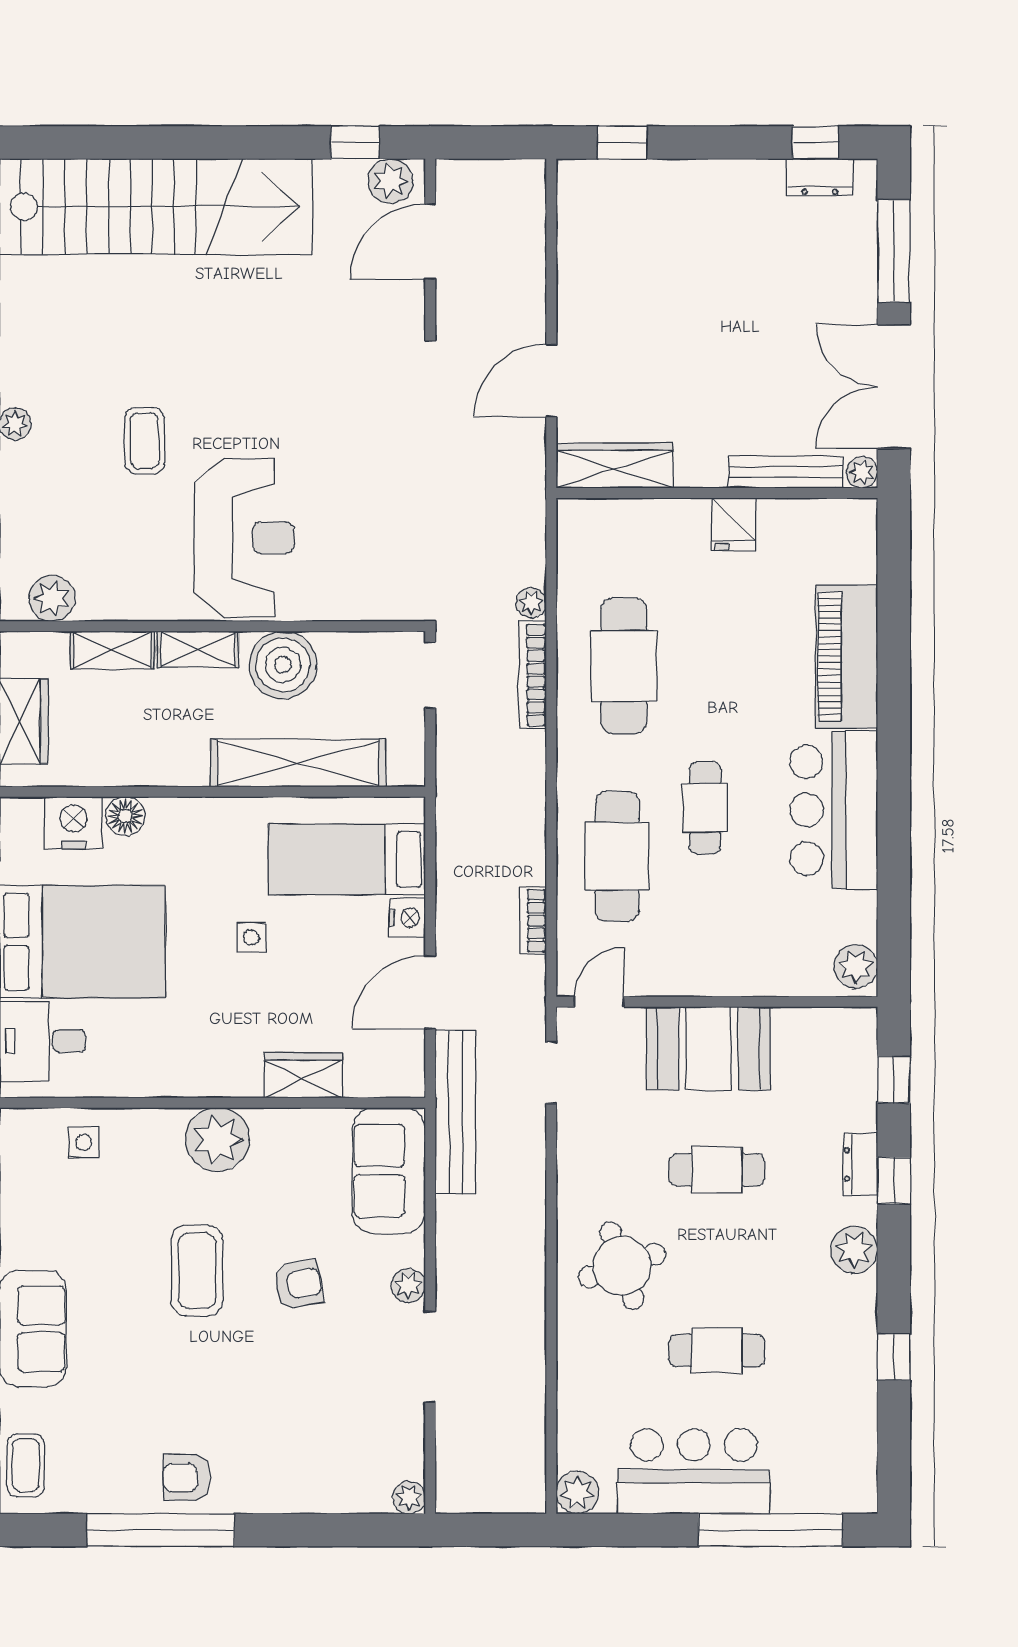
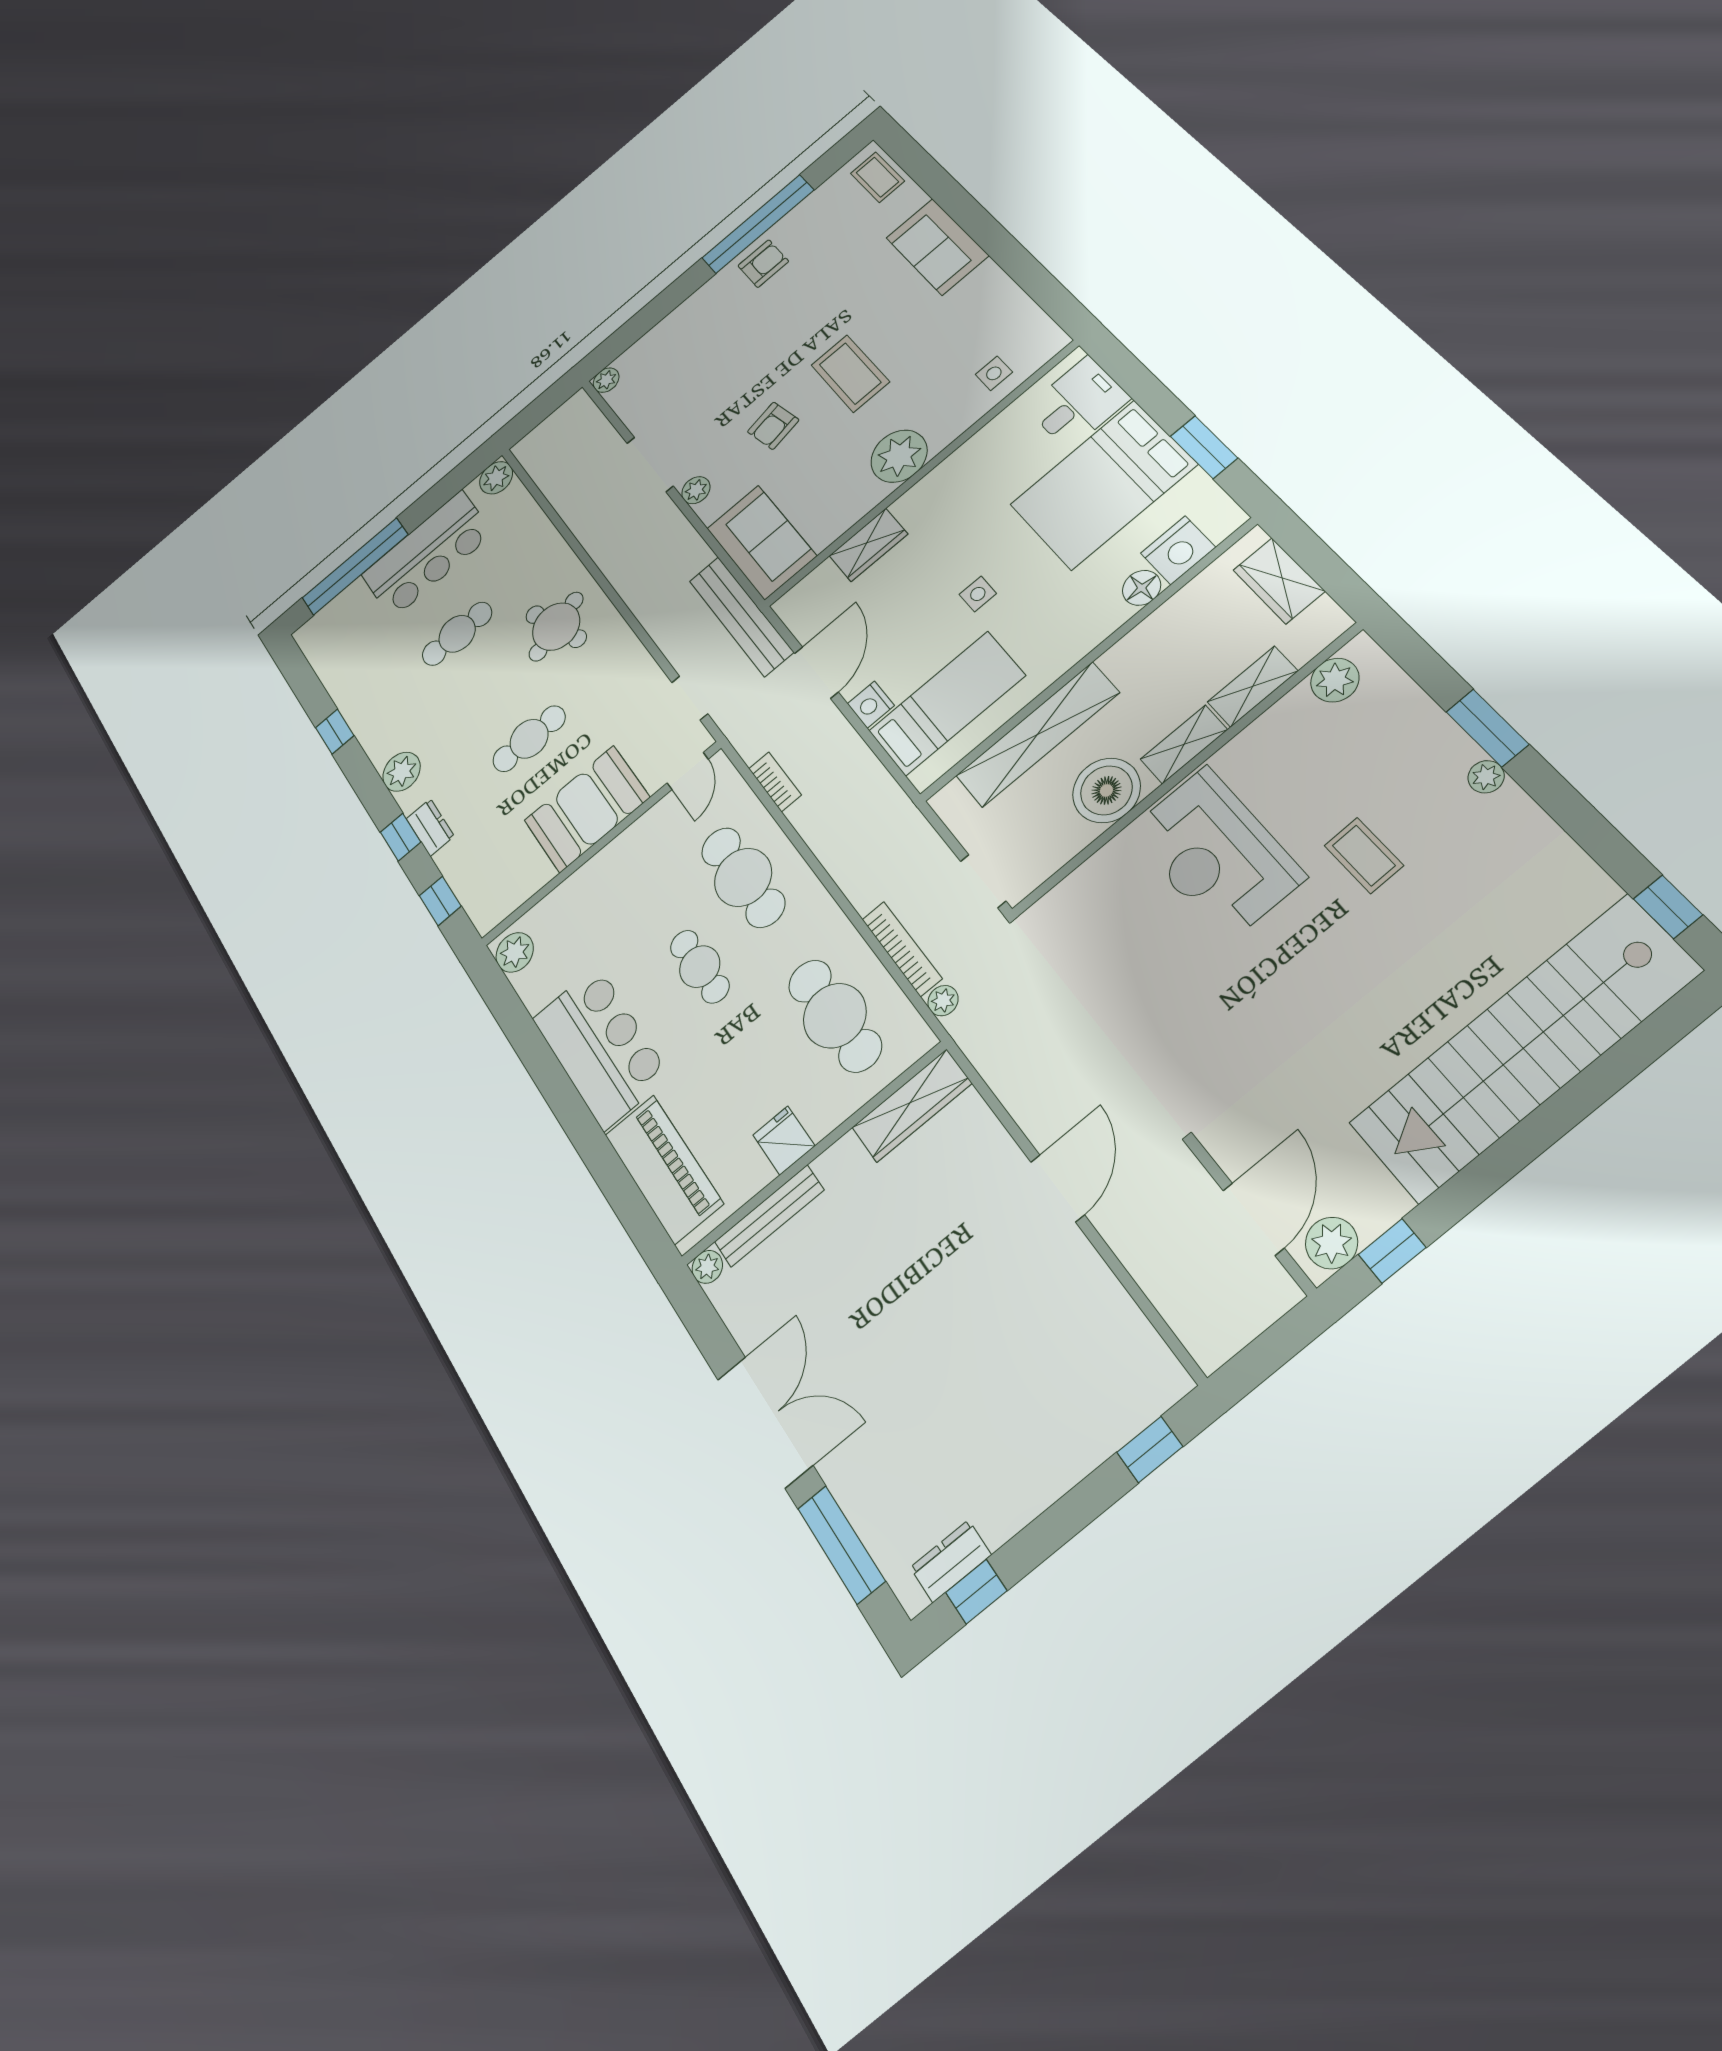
wardrobe: (614, 466) -> (912, 1106), moved
bench: (786, 472) -> (769, 1216), moved
plant: (862, 472) -> (707, 1267), moved
wall: (717, 493) -> (814, 1153), moved
fridge: (734, 524) -> (784, 1140), moved

